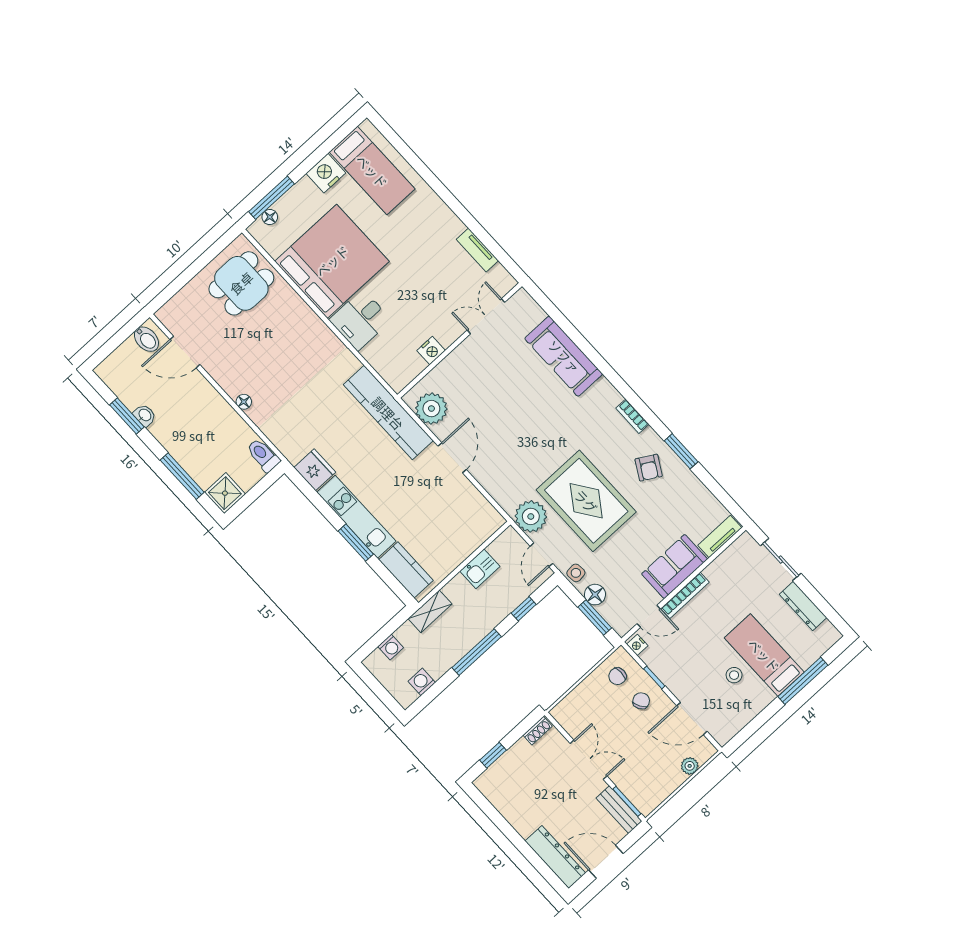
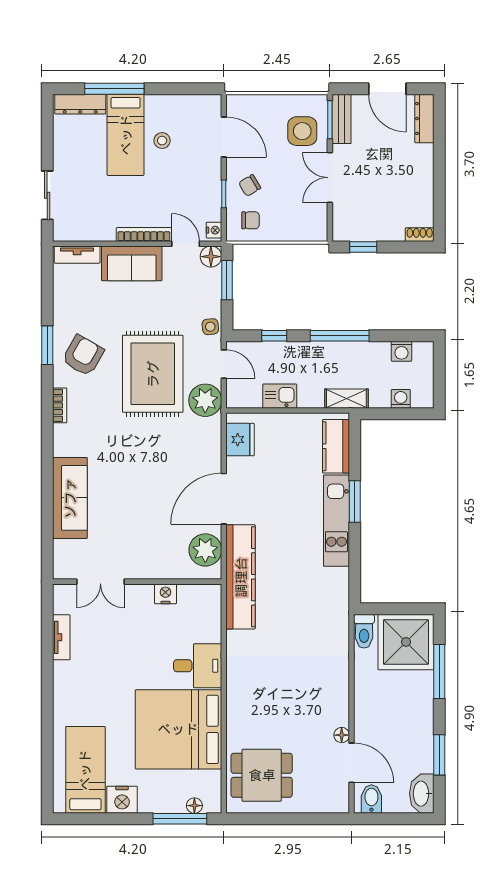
floor lamp: (244, 402) -> (342, 735), moved
washbasin: (145, 415) -> (422, 794), moved, width x1.91, depth x1.45
door: (452, 458) -> (224, 499), width x1.36
armchair: (649, 468) -> (83, 356), width x1.38, depth x1.38
fridge: (315, 470) -> (240, 440), moved, turned 180
shower: (225, 493) -> (406, 642), width x1.86, depth x1.86
door: (541, 555) -> (224, 364), hinge flipped
floor lamp: (595, 595) -> (211, 257), moved
dresser: (803, 606) -> (80, 104), moved, turned 90
shoe rack: (538, 731) -> (420, 235), moved
window: (493, 755) -> (363, 247), moved
plant: (690, 766) -> (258, 103), removed
side table: (639, 775) -> (302, 131), added
dresser: (555, 857) -> (424, 119), width x0.73, depth x0.80

